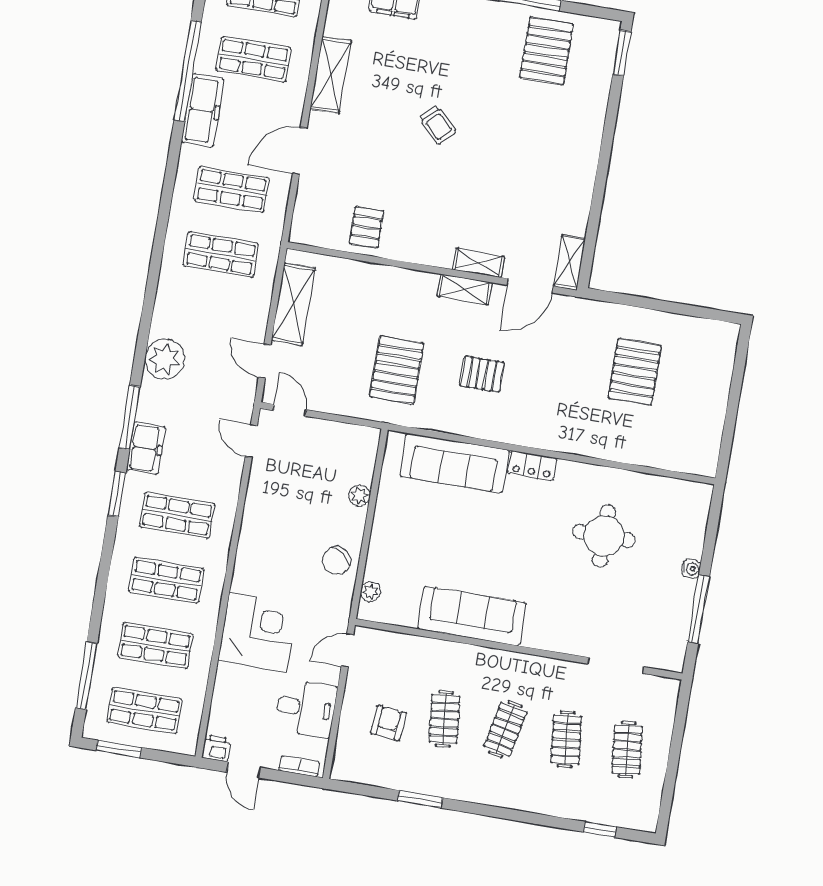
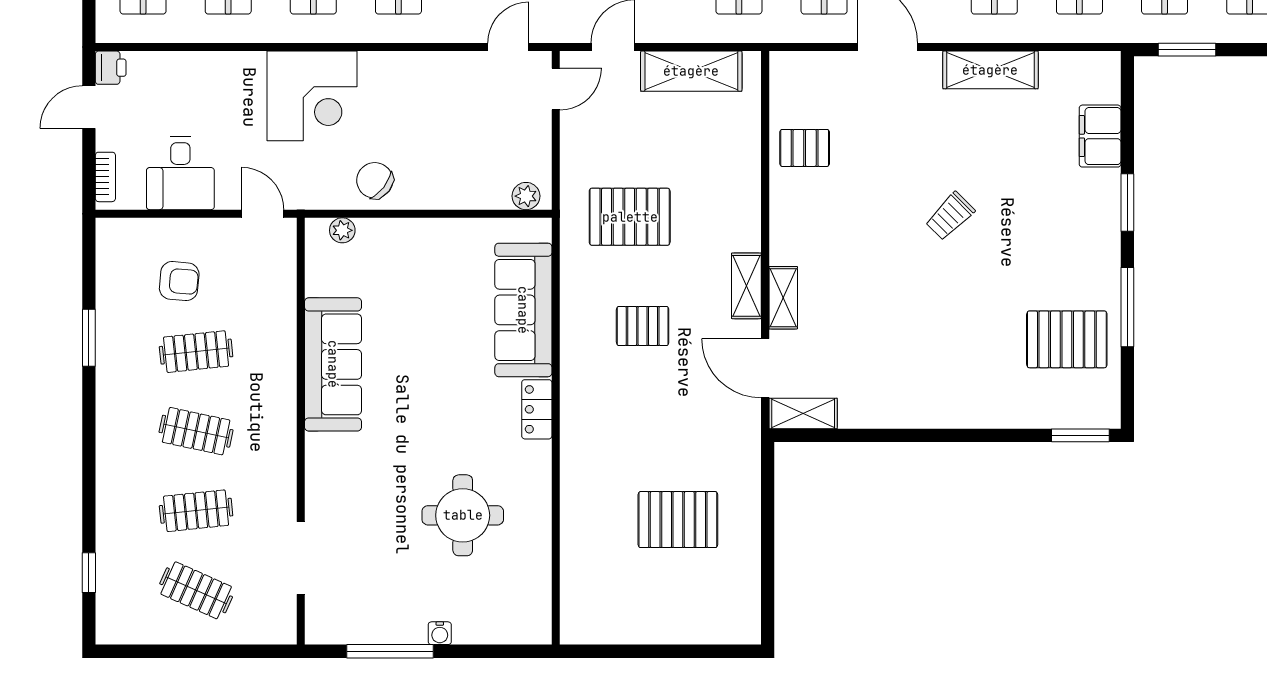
pallet: (482, 374) -> (643, 326), turned 90
plant: (359, 496) -> (526, 196), moved
corner desk: (258, 632) -> (312, 96), moved
clothes rail: (627, 750) -> (196, 590), turned 30

